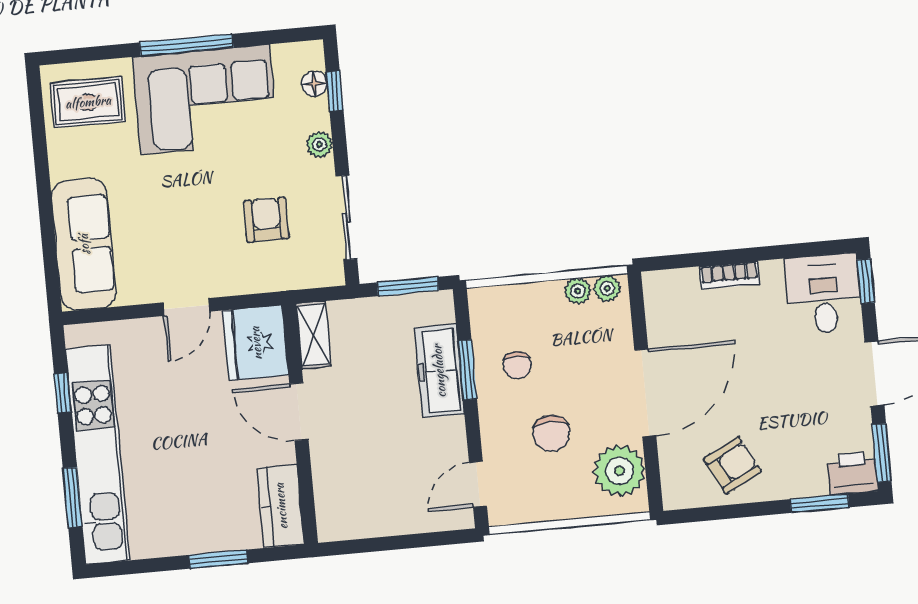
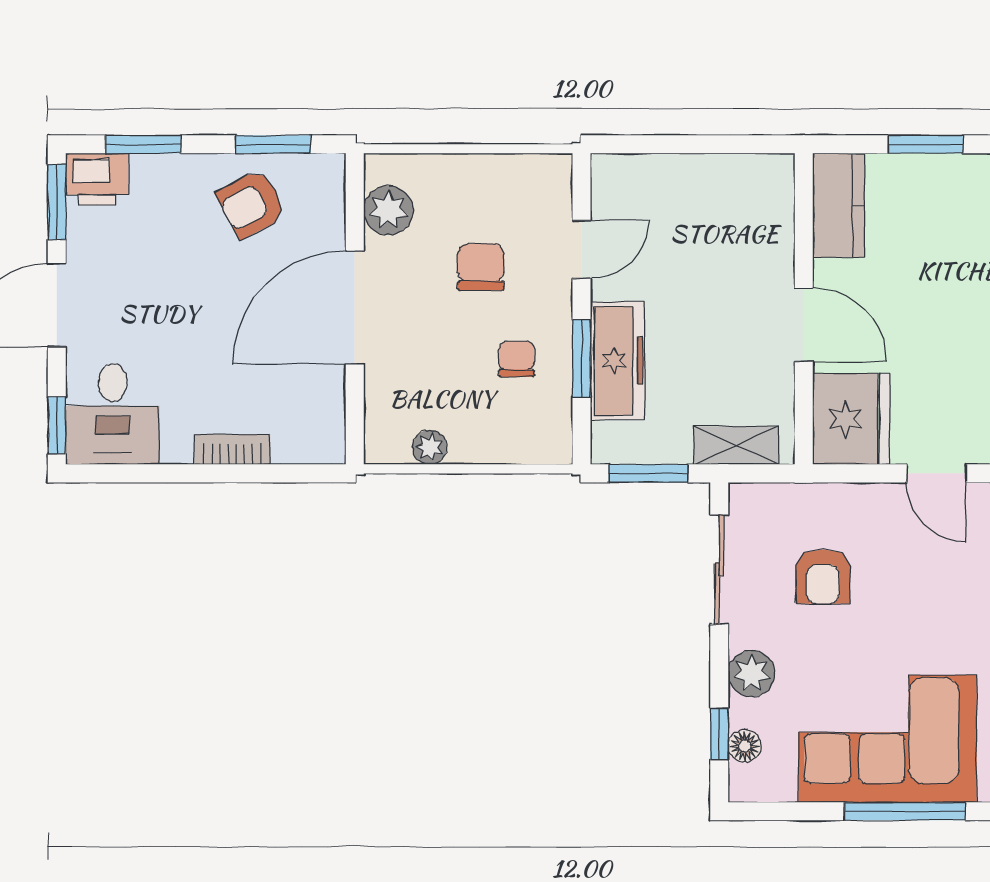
plant: (319, 144) -> (752, 674), width x1.38, depth x1.38
plant: (607, 288) -> (391, 447), removed
door: (186, 307) -> (936, 473), swing flipped
shelving: (313, 335) -> (736, 445), moved, turned 90
plant: (619, 471) -> (388, 210), width x0.73, depth x0.73
door: (478, 484) -> (582, 250), moved
window: (720, 513) -> (273, 144), added

